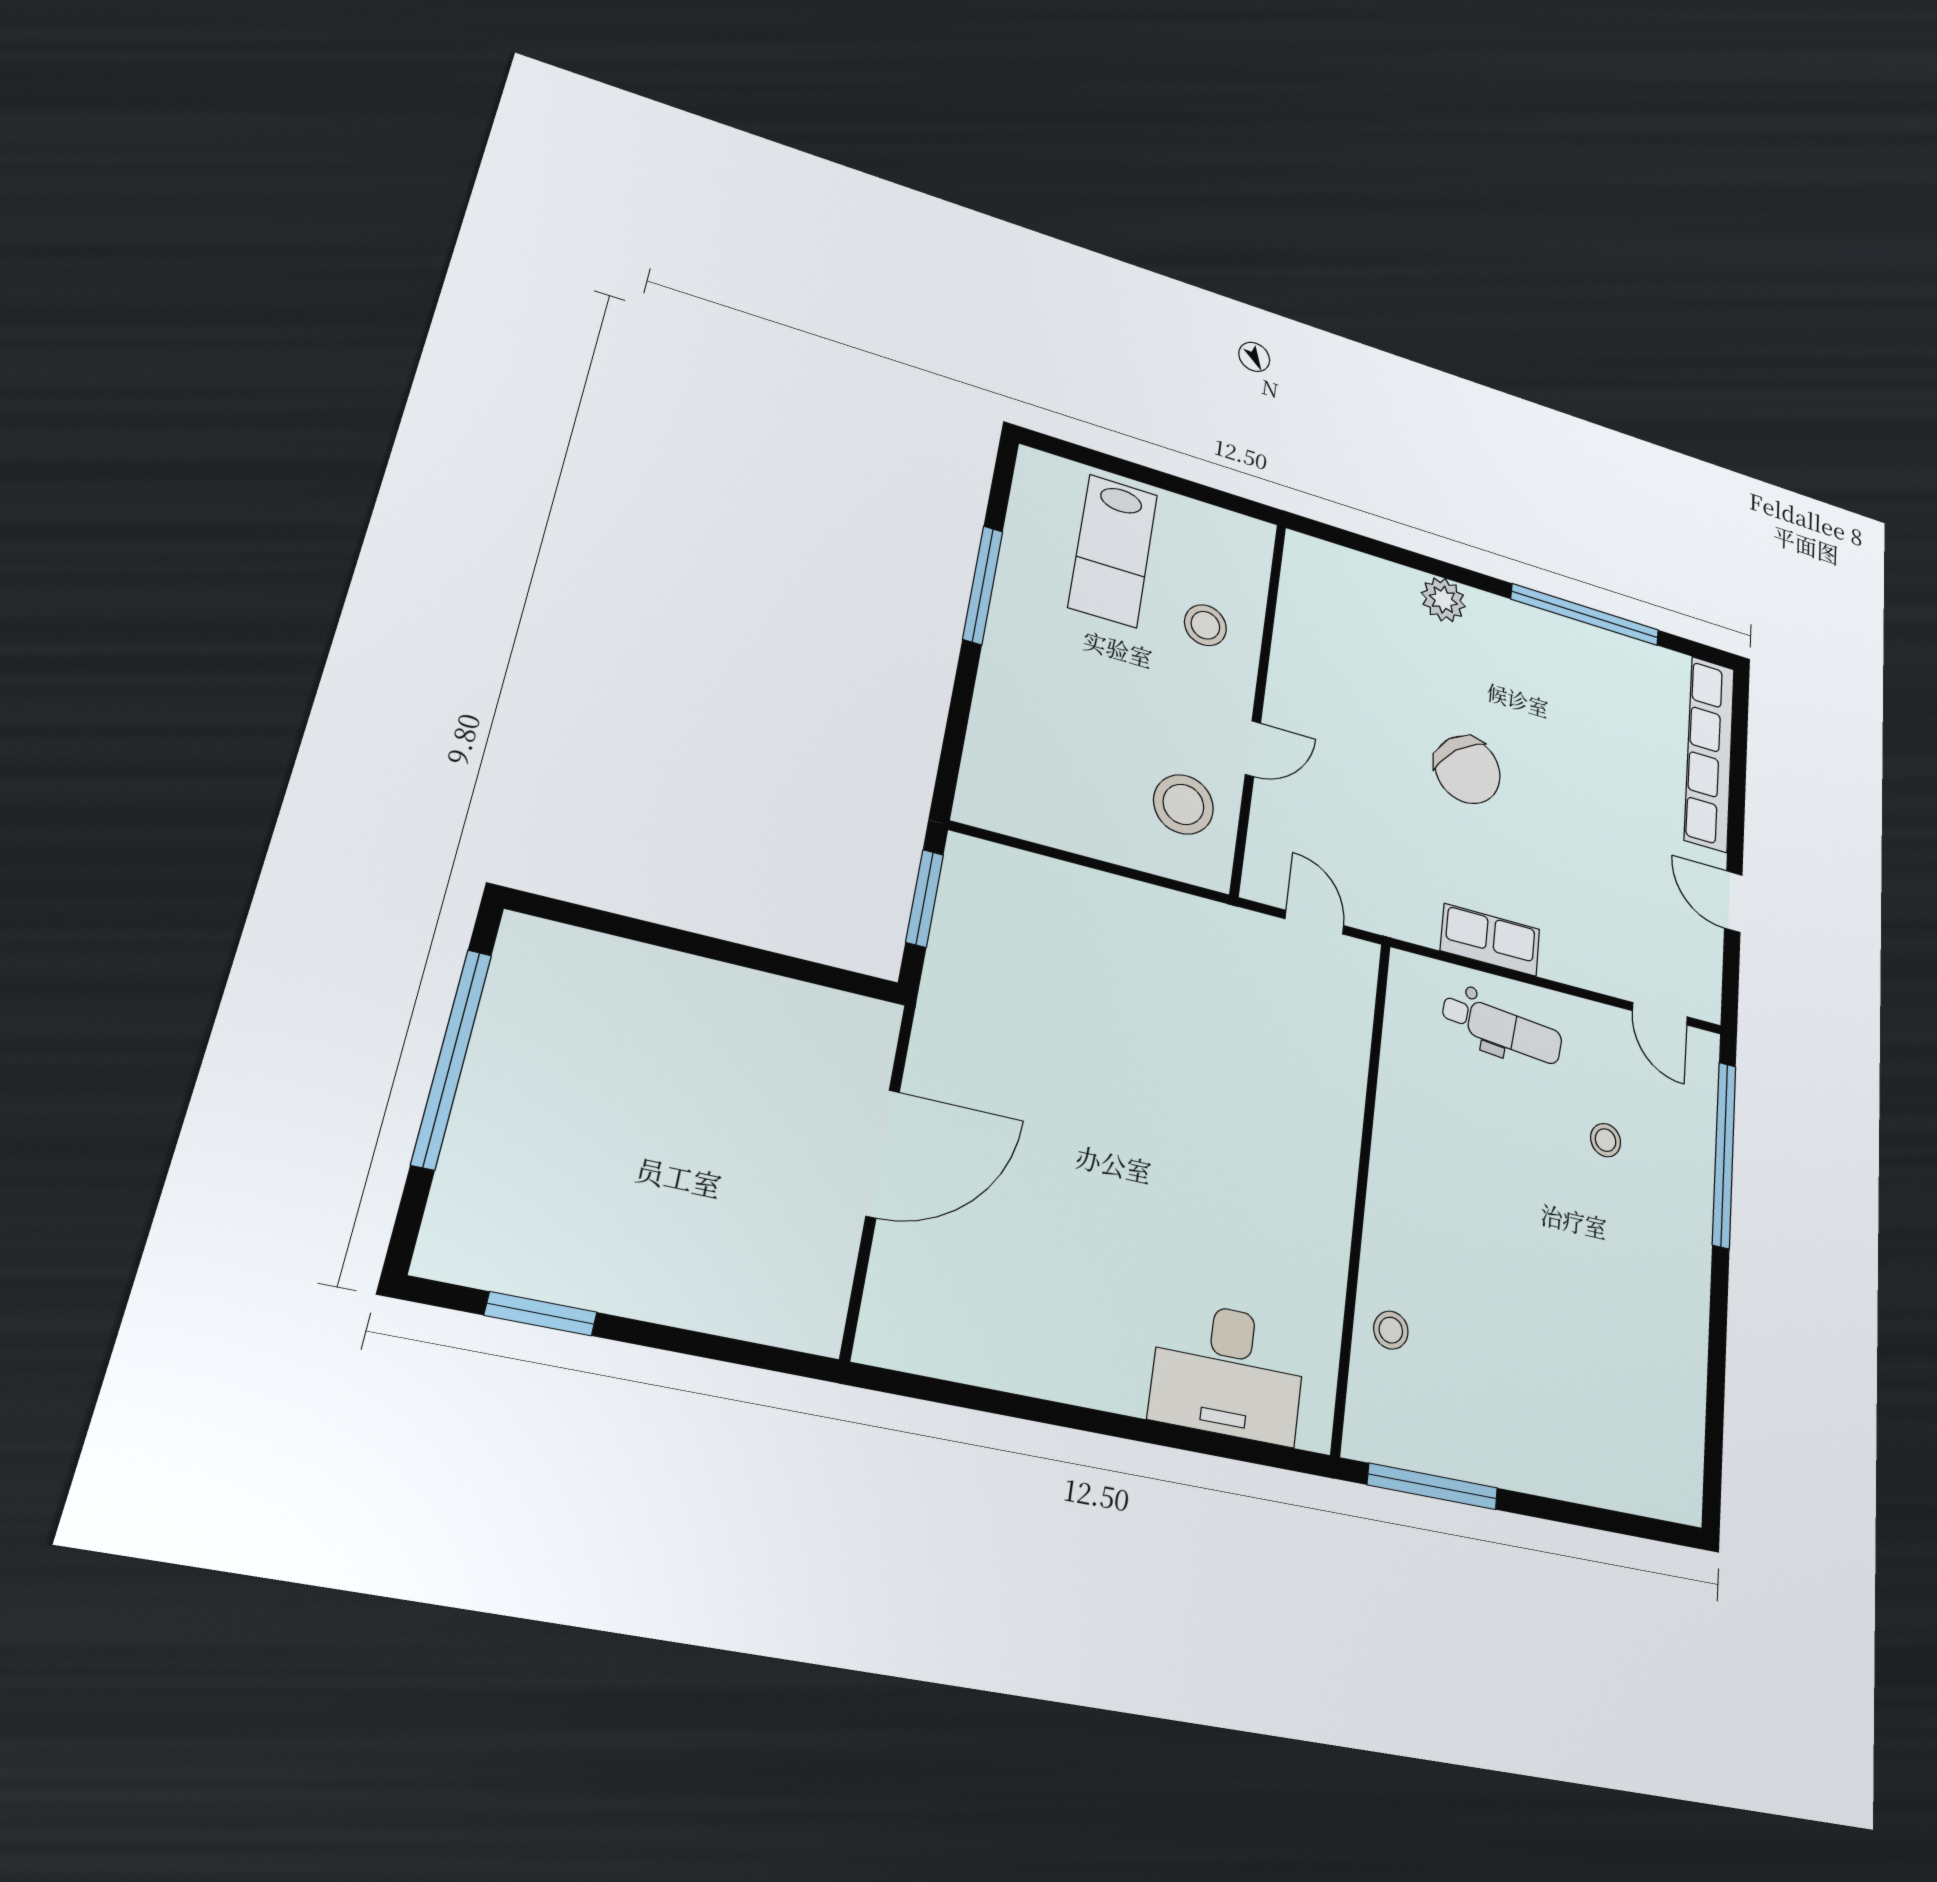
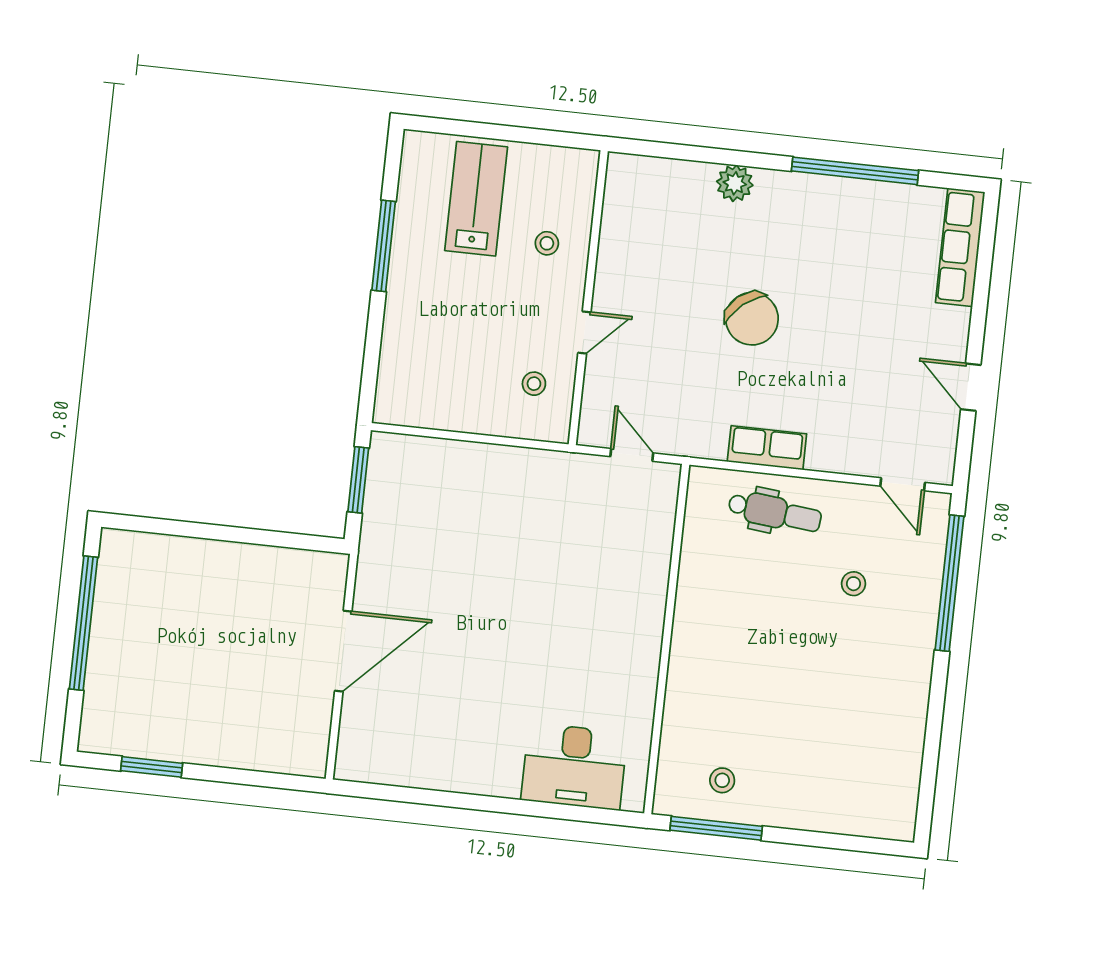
lab bench: (1113, 551) -> (476, 199), turned 180
stool: (1205, 625) -> (547, 243), width x0.73, depth x0.73
row of seats: (1709, 753) -> (960, 247), width x0.73
stool: (1183, 804) -> (534, 384), width x0.53, depth x0.53
stool: (1391, 1330) -> (722, 780), moved

